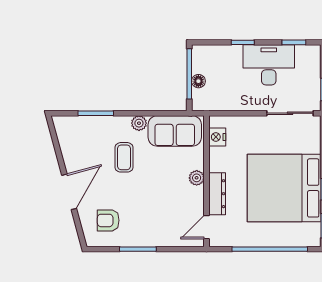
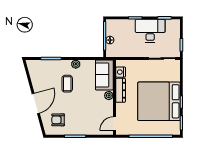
sofa: (175, 131) -> (104, 75), moved, turned 90
dresser: (217, 194) -> (121, 90), moved

